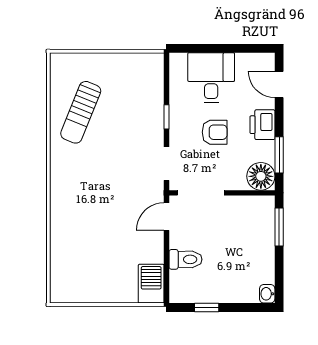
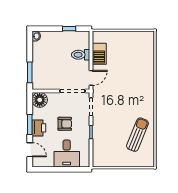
armchair: (215, 132) -> (65, 124), turned 180
window: (279, 155) -> (30, 125), moved
barbecue: (151, 284) -> (99, 54), moved

